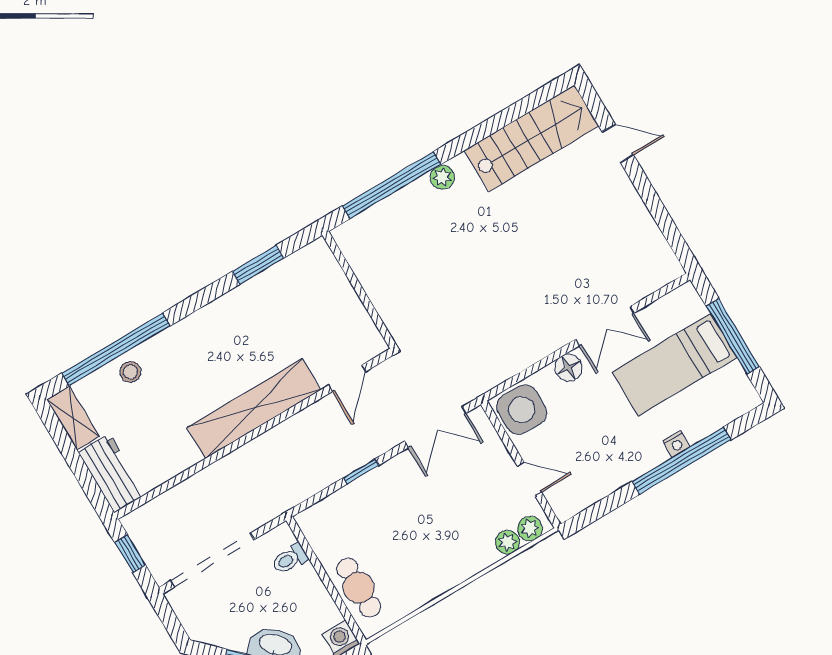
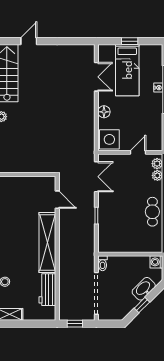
double door: (605, 326) -> (96, 77), moved
window: (733, 336) -> (130, 41), width x0.46
workbench: (112, 473) -> (47, 290), moved, turned -90
toilet: (290, 559) -> (103, 263), moved
cafe table: (359, 588) -> (152, 212), moved, turned 90

